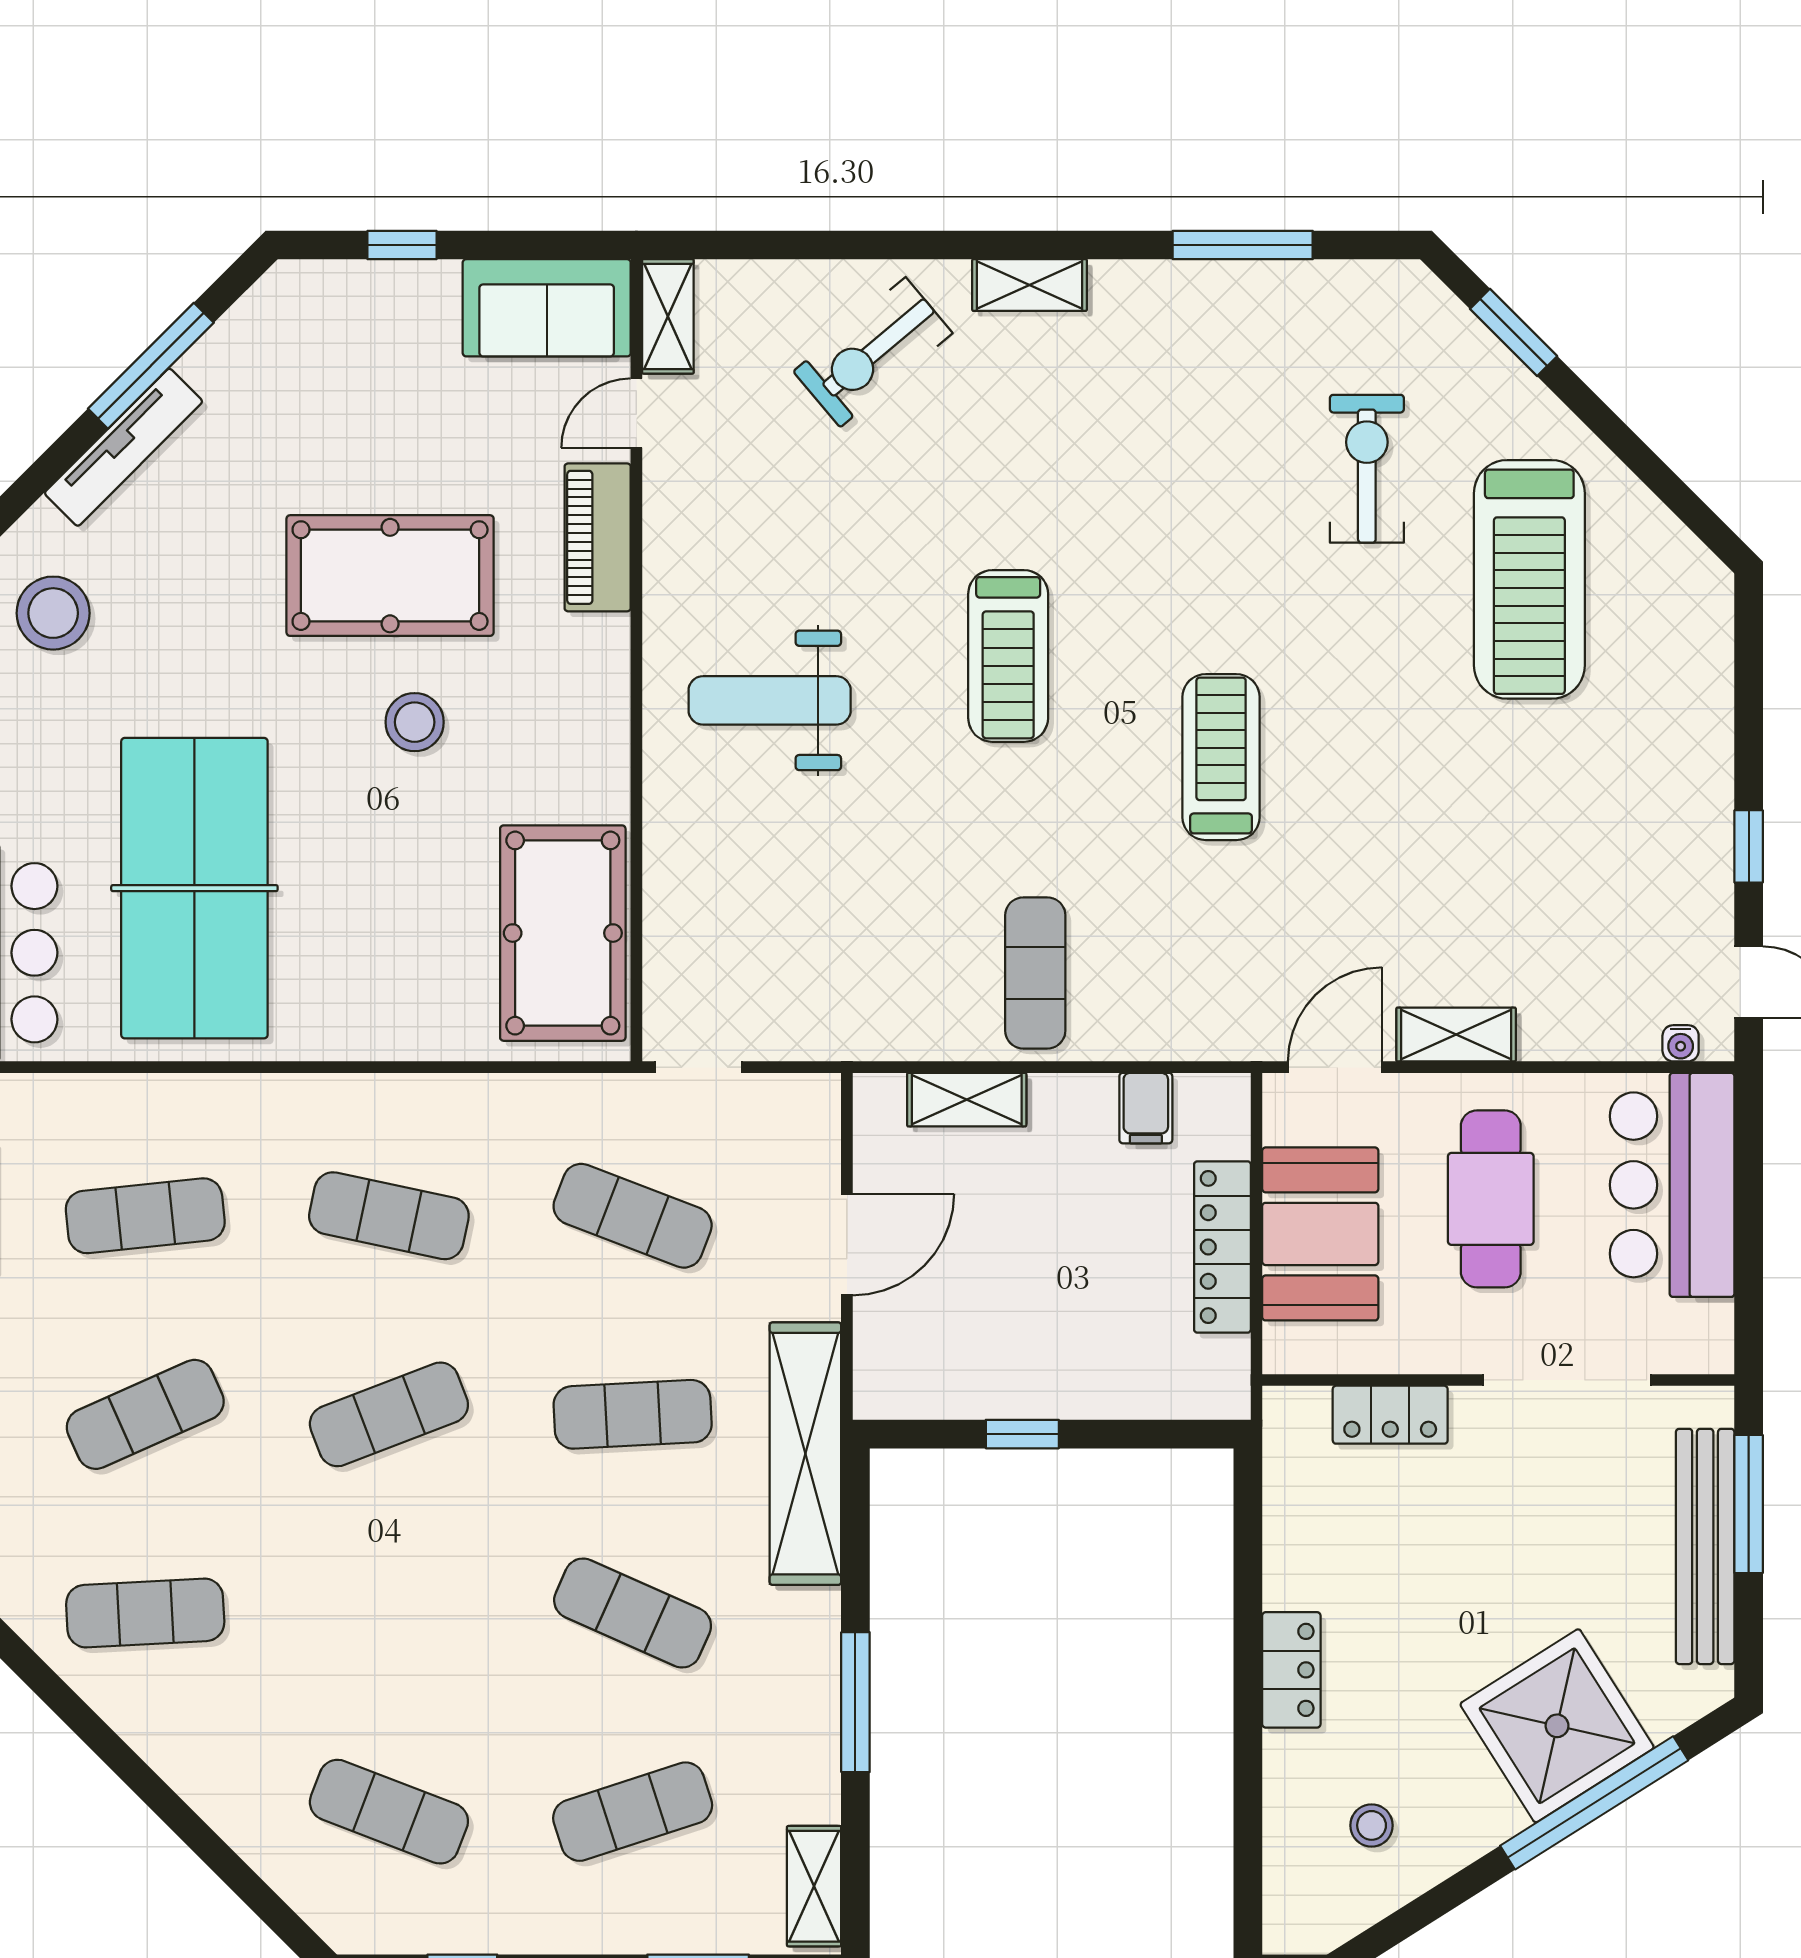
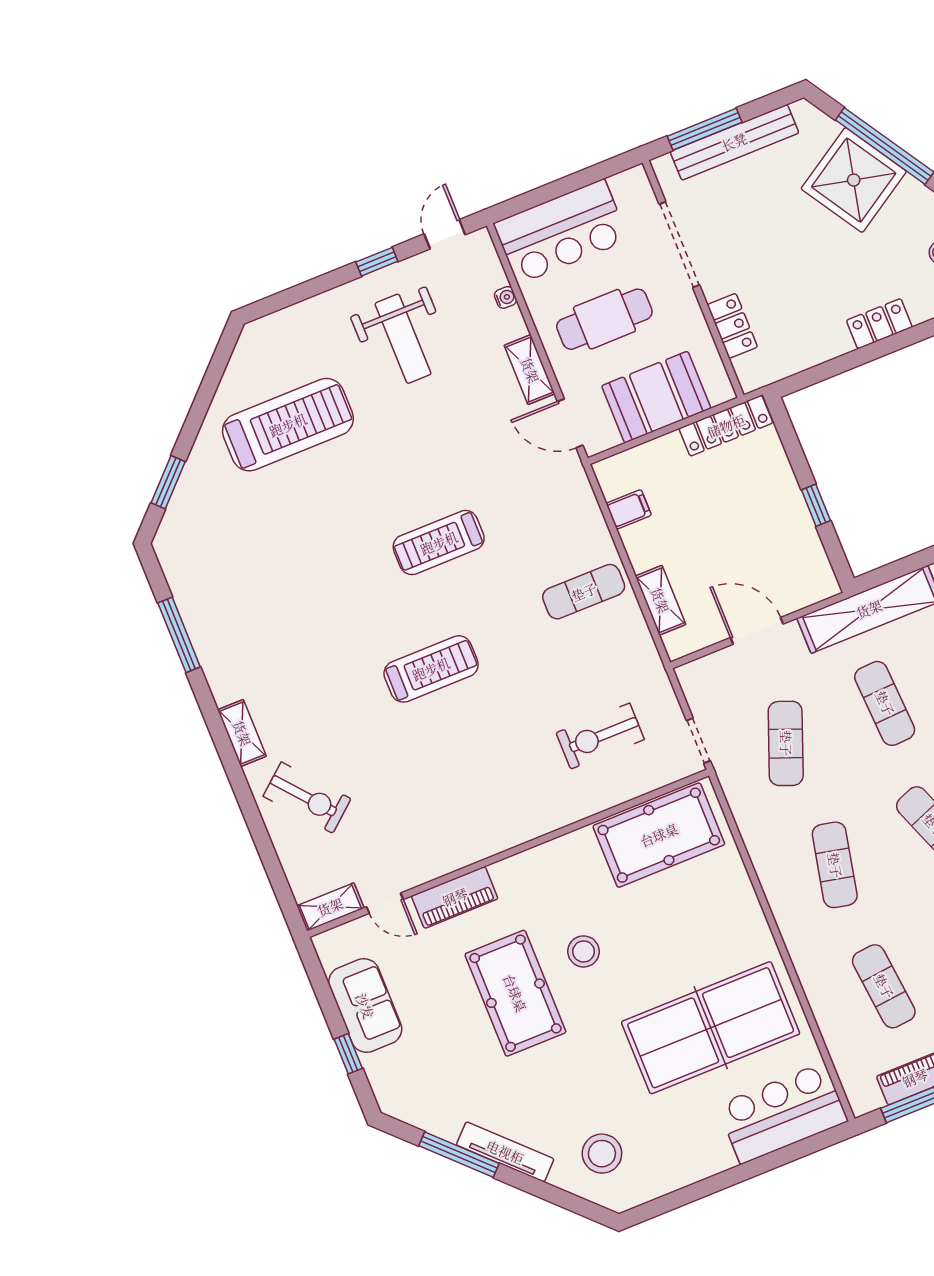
sofa: (547, 308) -> (365, 1006), moved
exercise bike: (1367, 469) -> (600, 736), moved
weight bench: (770, 700) -> (403, 339), moved
water cooler: (1681, 1043) -> (505, 297), moved
locker: (1222, 1247) -> (726, 426), moved

